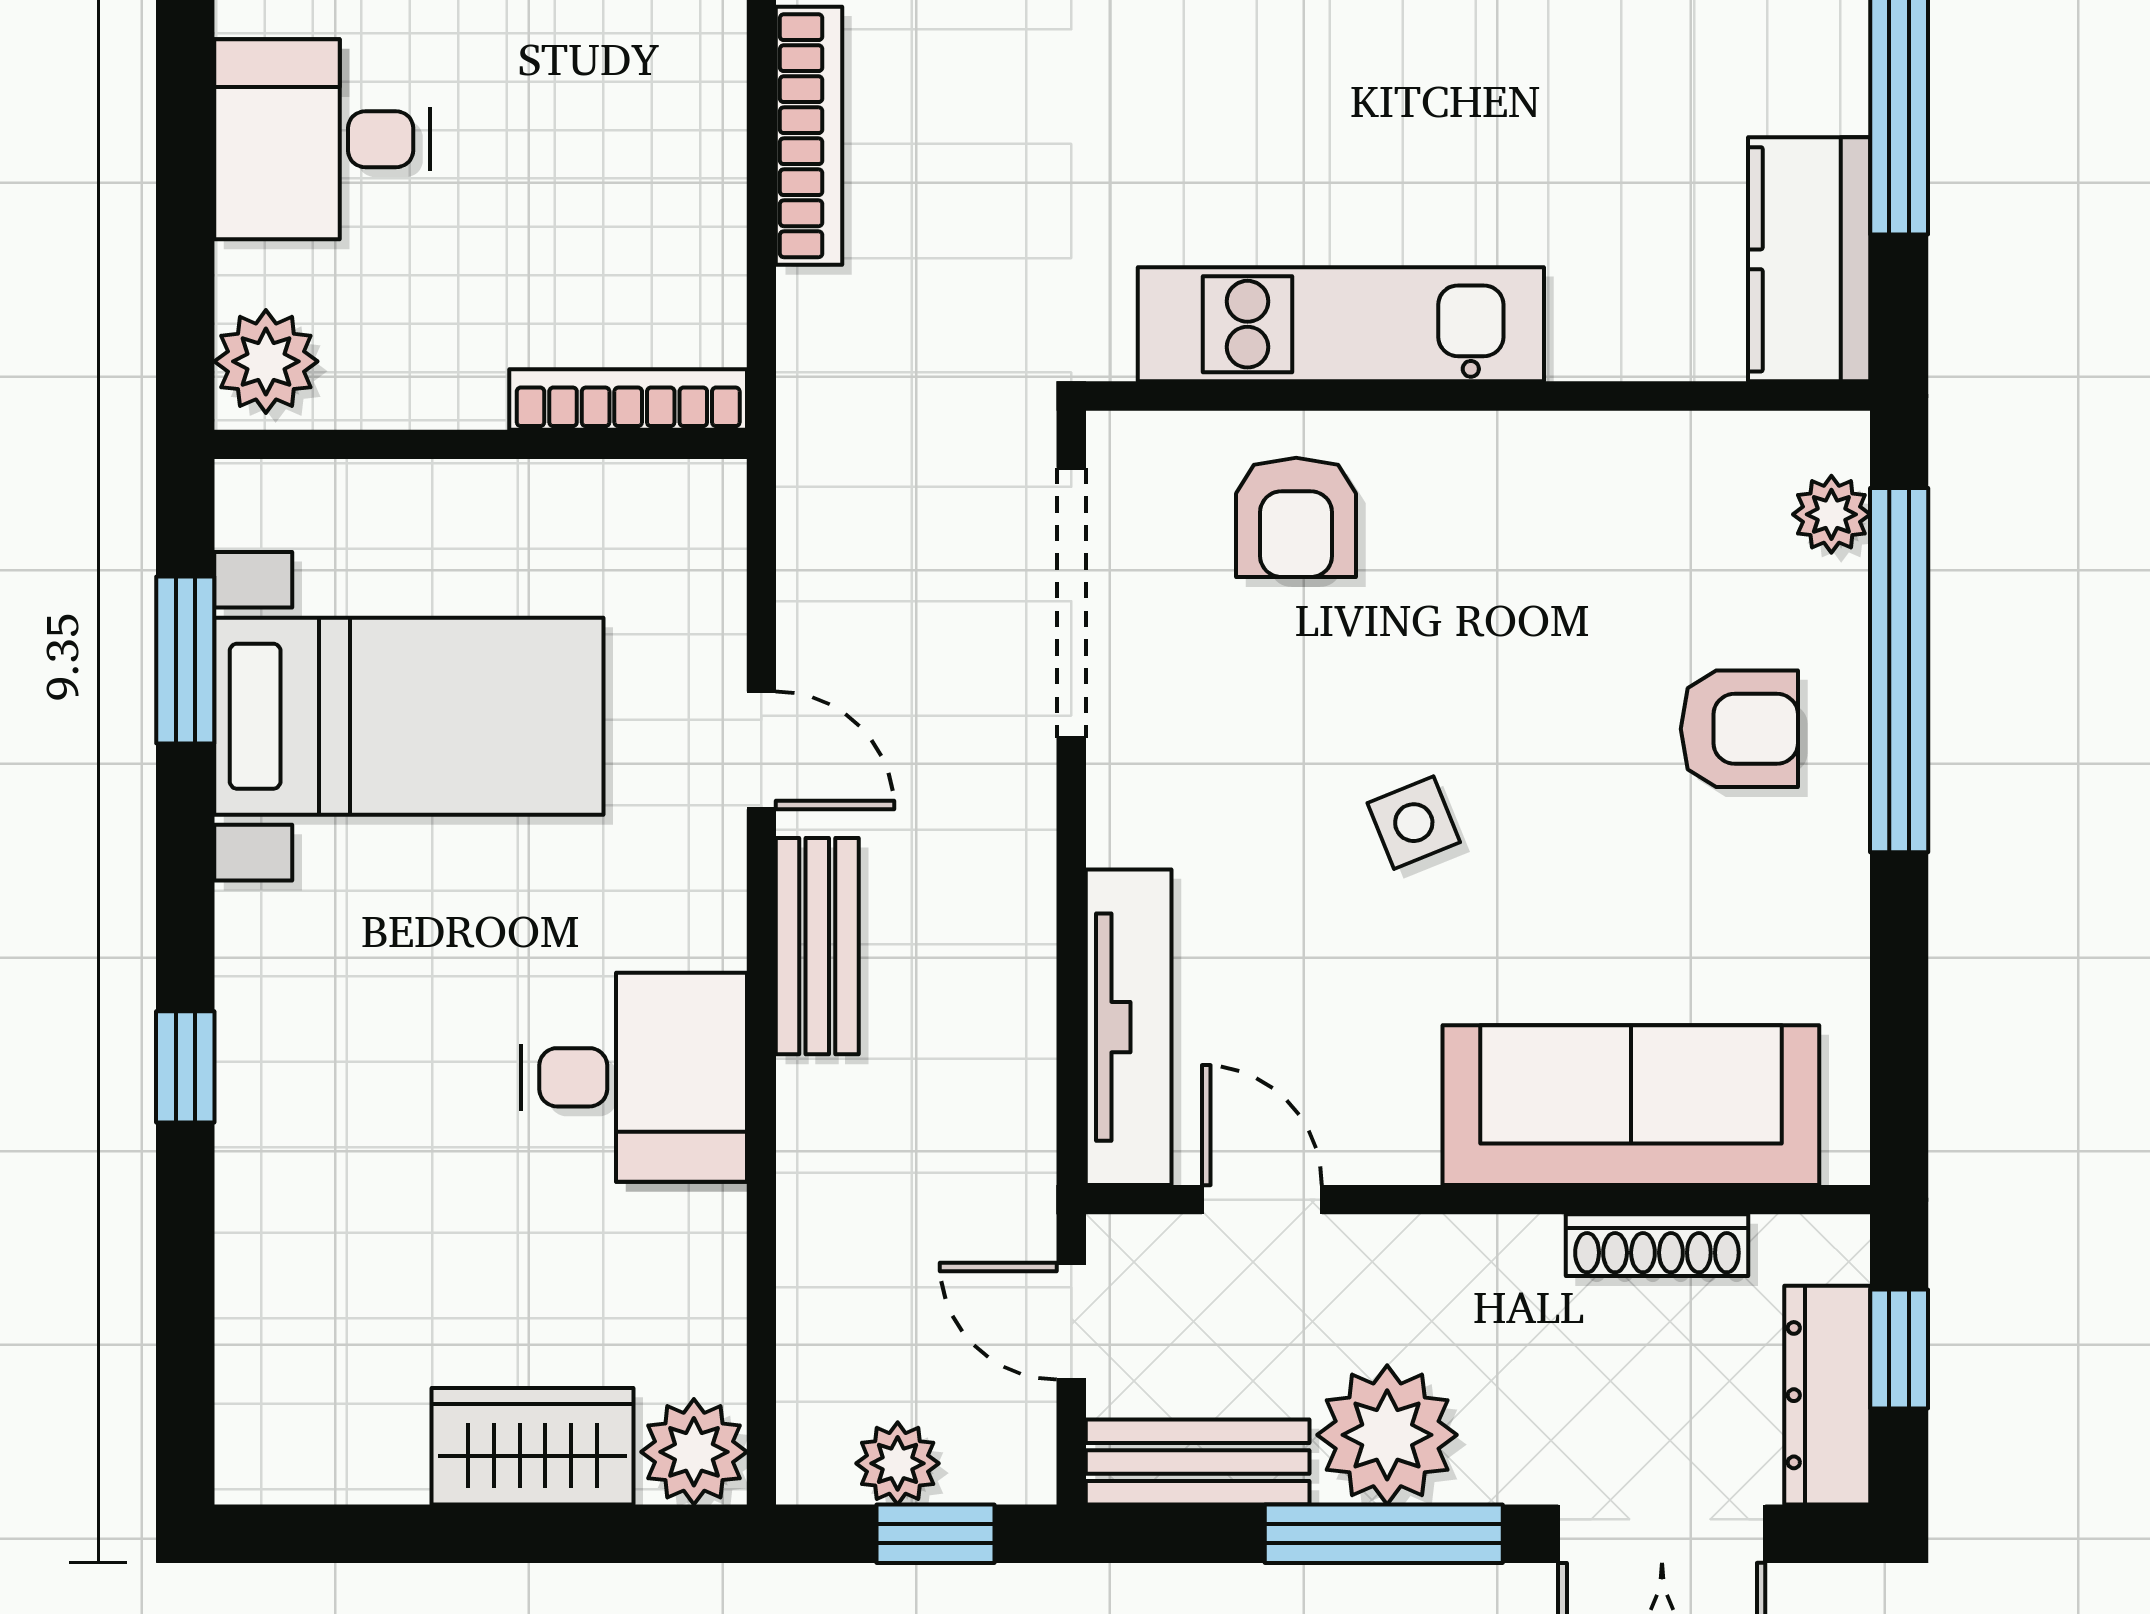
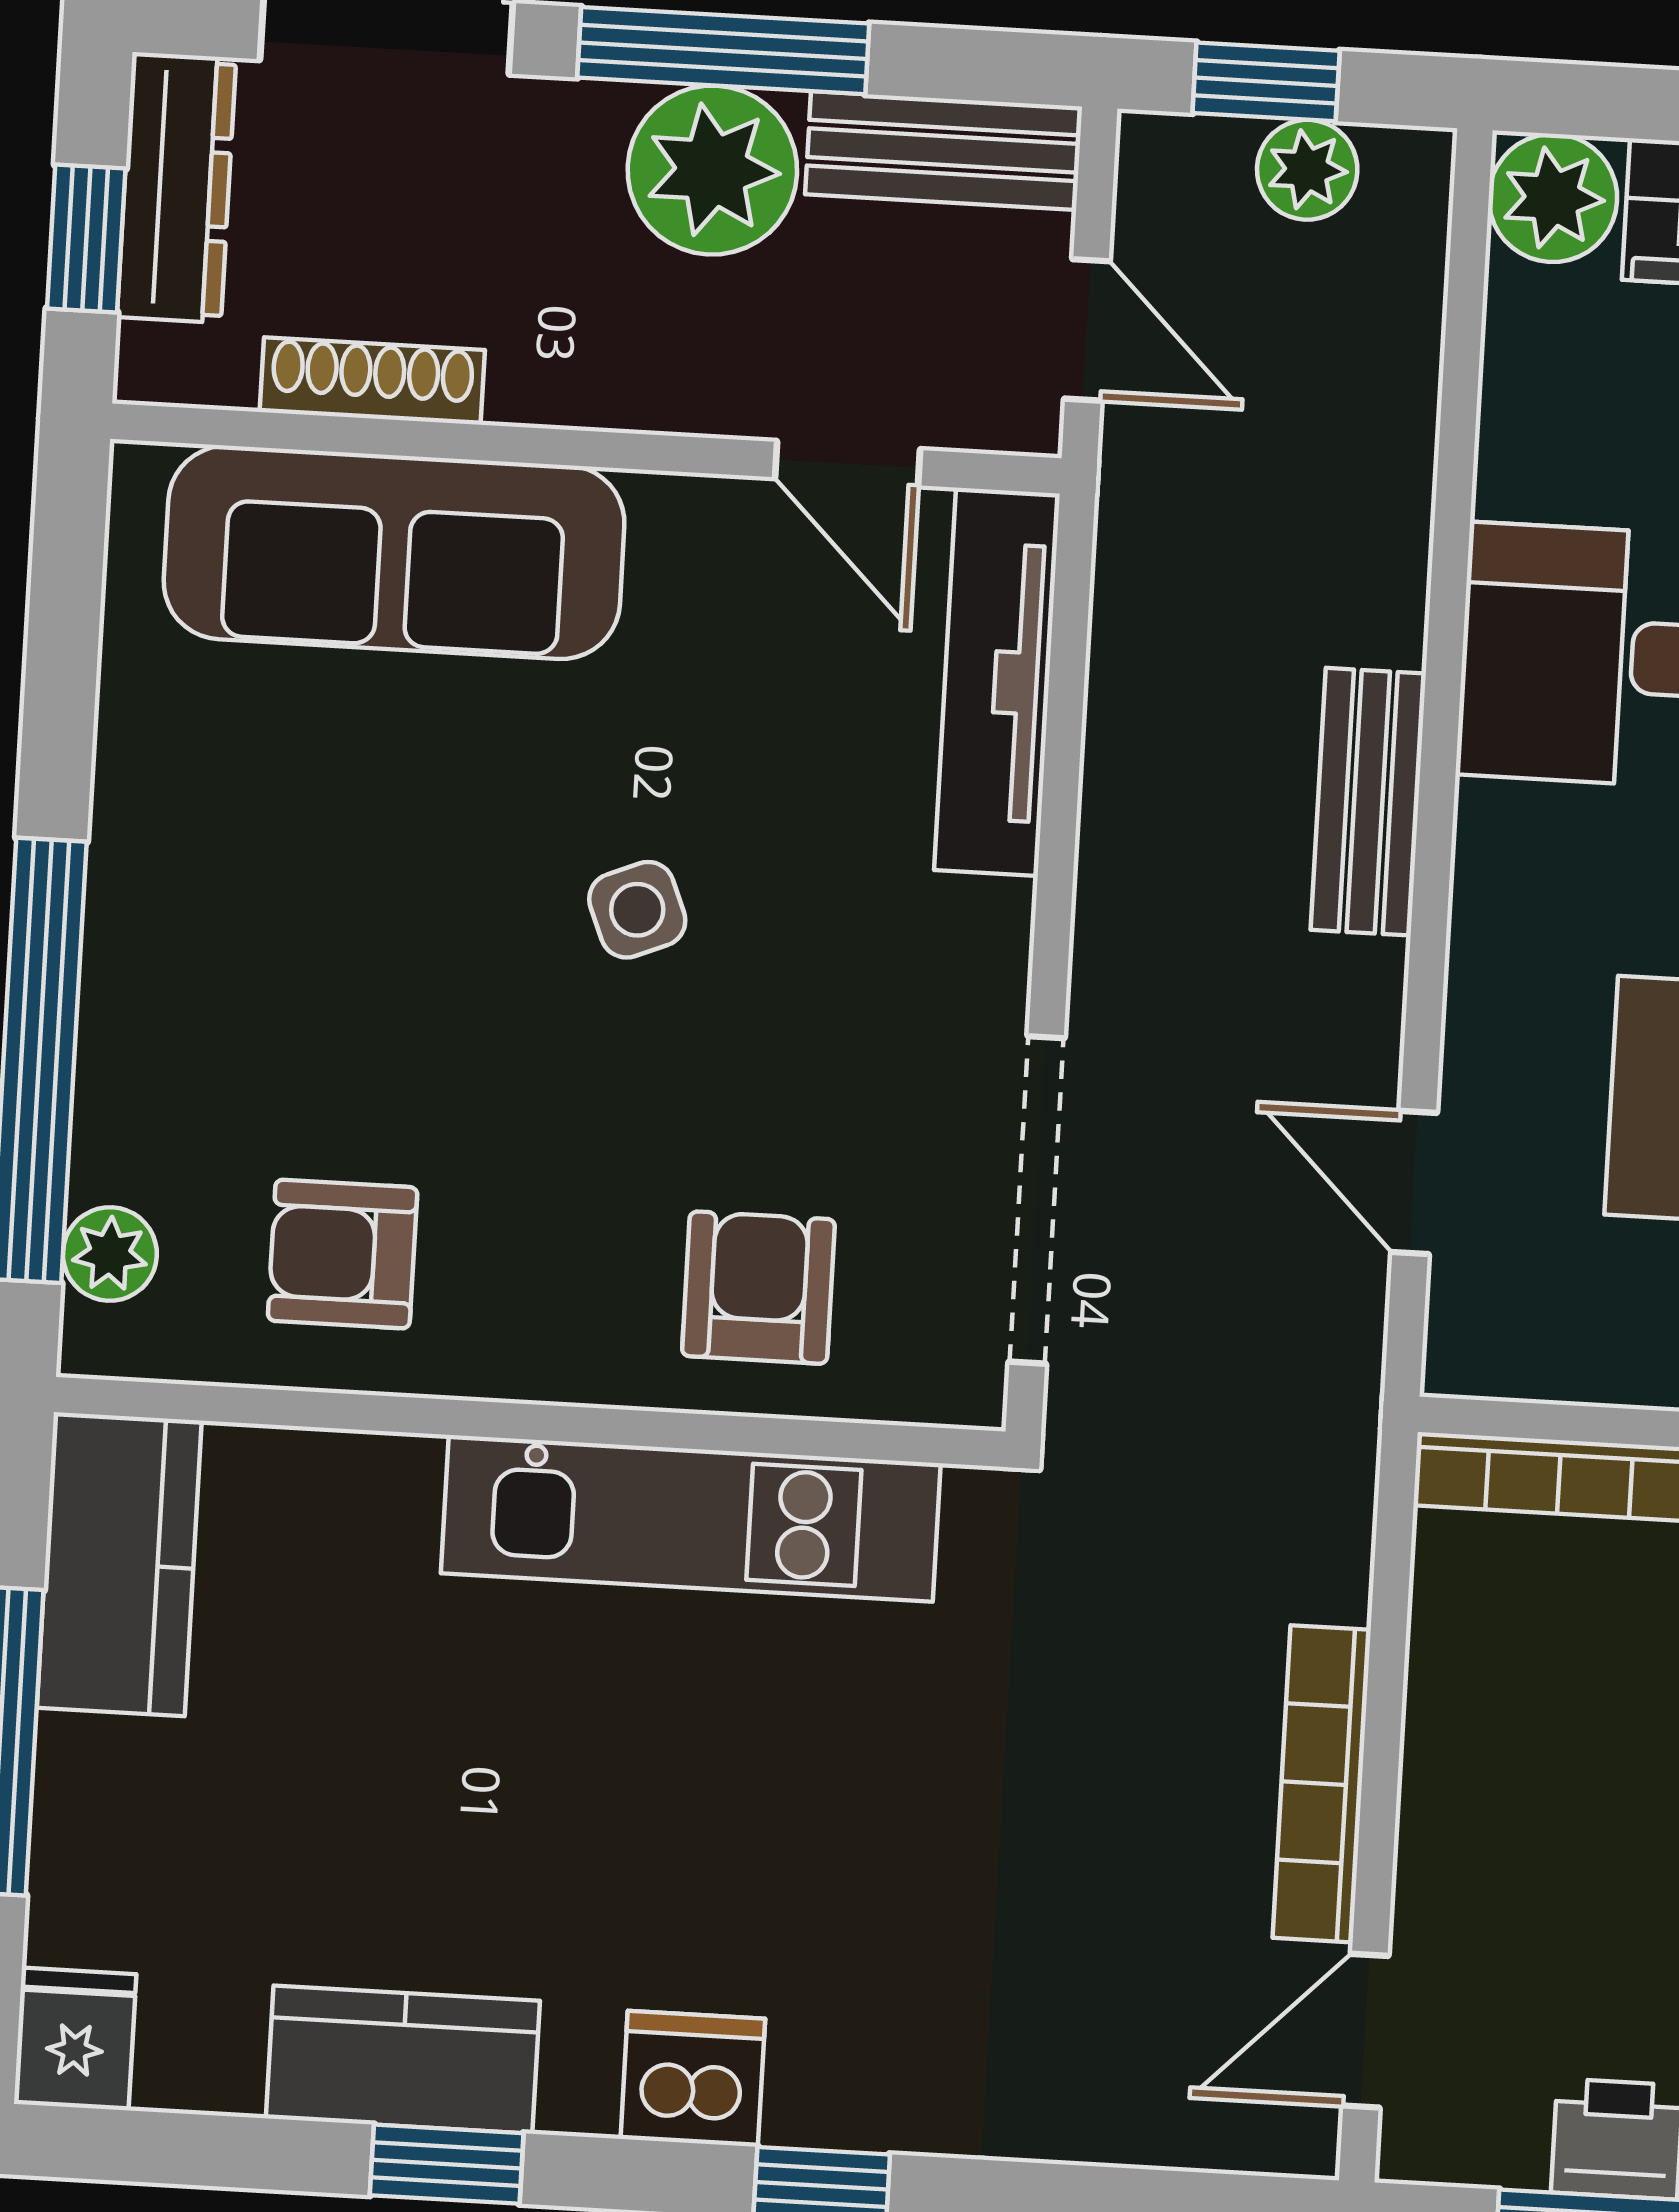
armchair: (1739, 729) -> (343, 1254), moved
door: (761, 750) -> (1414, 1183), moved

